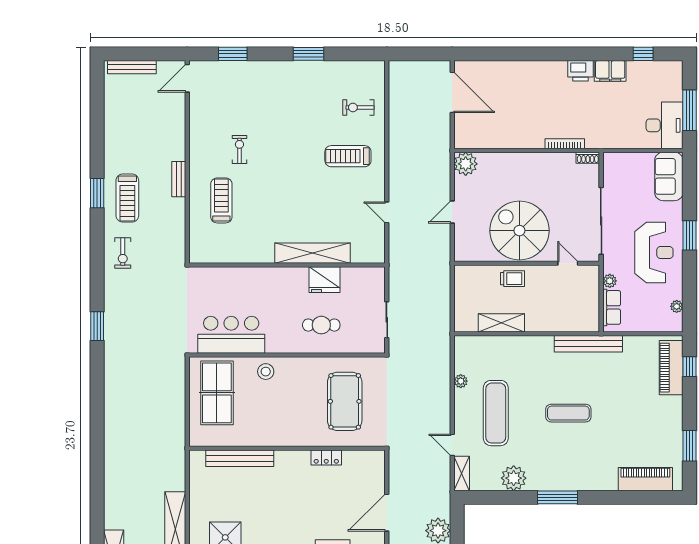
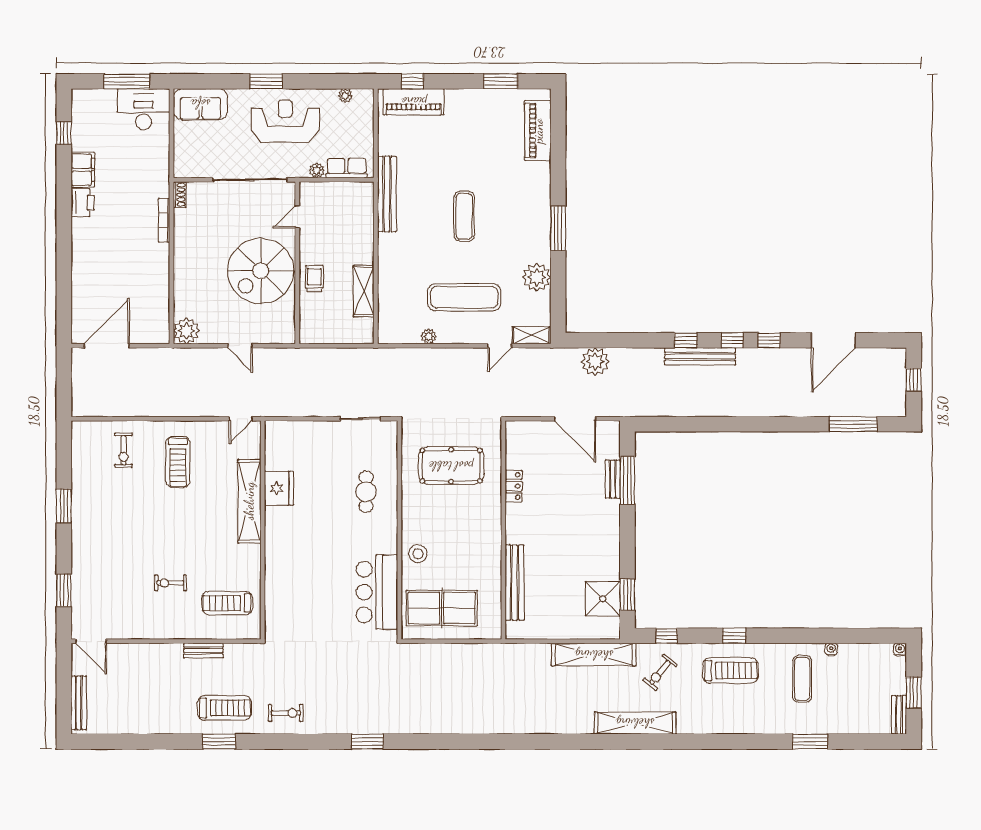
shelving: (313, 253) -> (249, 501), moved
wall: (287, 265) -> (263, 530), moved
fridge: (324, 280) -> (279, 488), moved

